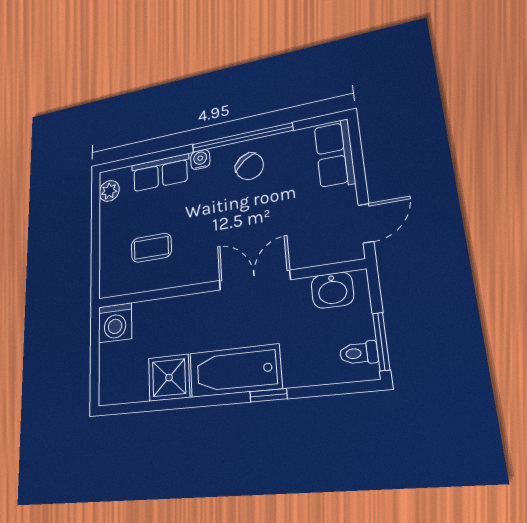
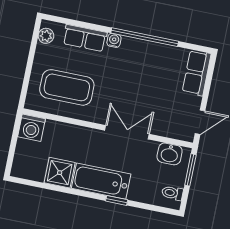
chair: (250, 166) -> (144, 59), removed
coffee table: (151, 248) -> (67, 87), width x1.86, depth x1.72
window: (381, 341) -> (190, 170), moved

